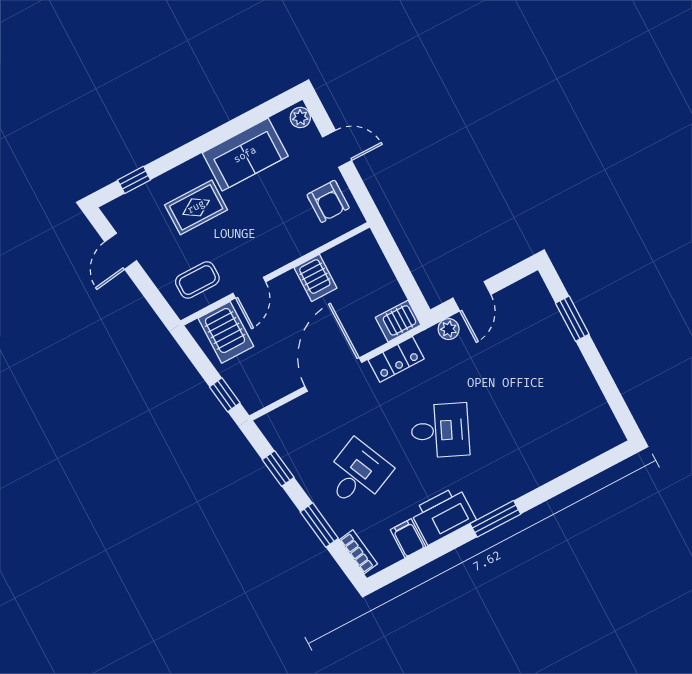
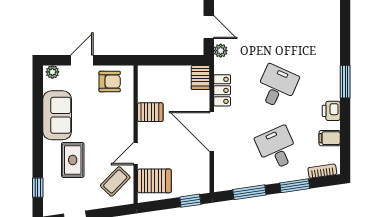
coffee table: (197, 280) -> (115, 181), turned 44
door: (249, 288) -> (136, 154), swing flipped
window: (278, 468) -> (249, 192), width x1.50
printer: (443, 515) -> (331, 111), width x0.53, depth x0.68

